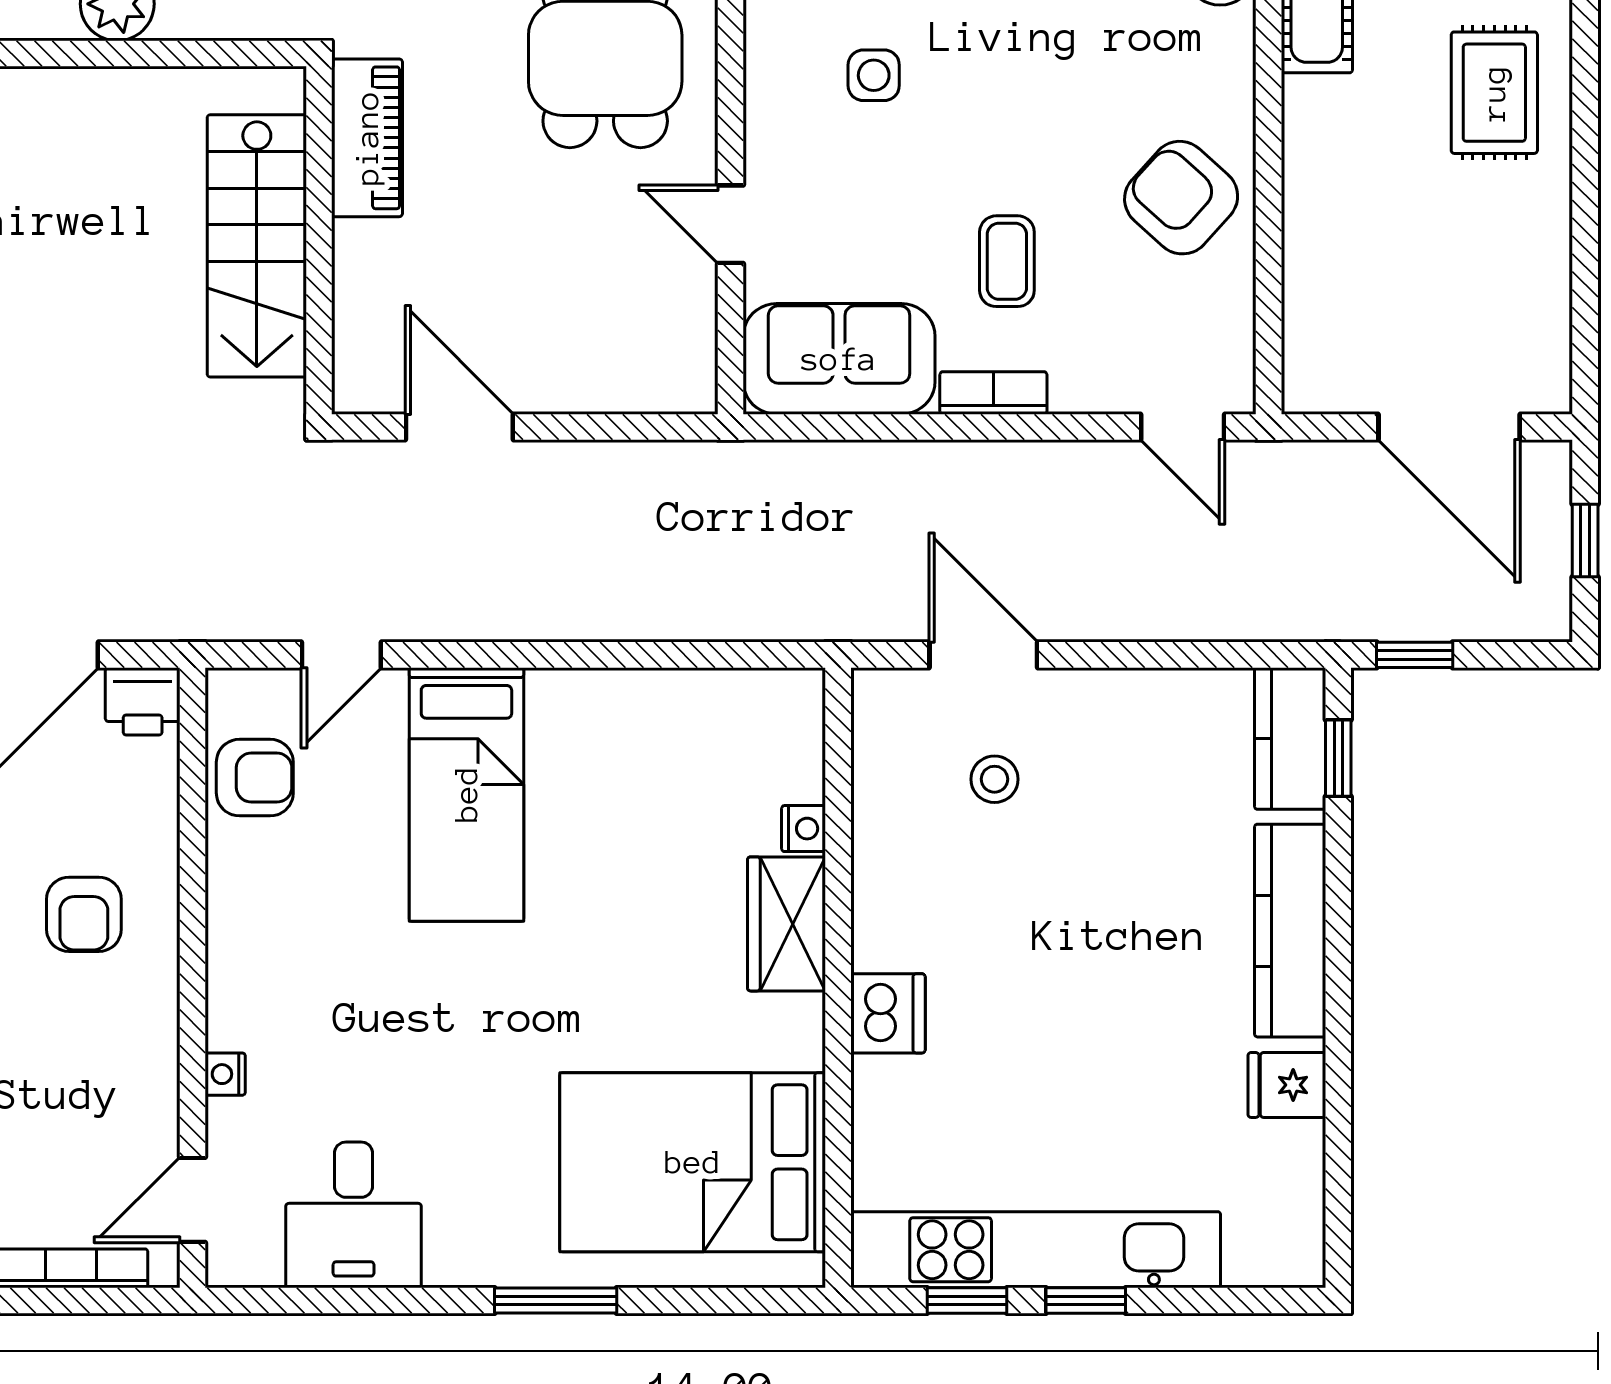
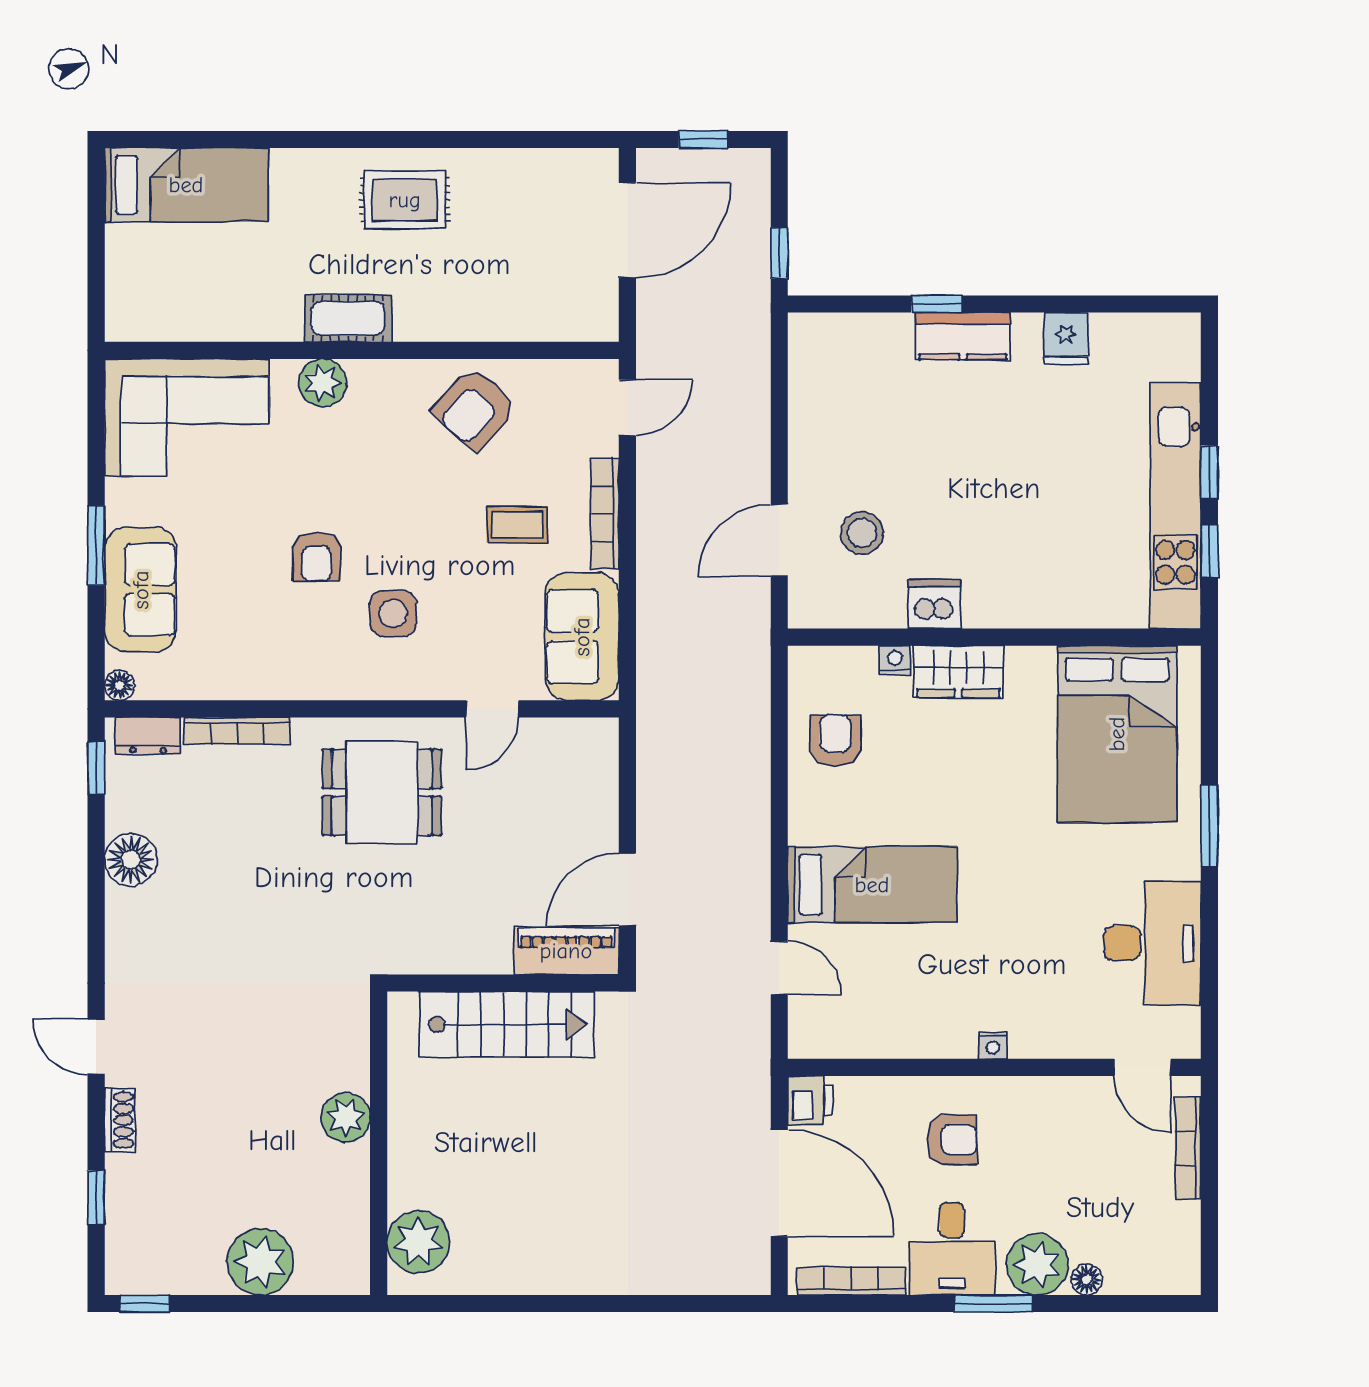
side table: (874, 75) -> (393, 613), width x1.37, depth x1.37
piano: (367, 138) -> (566, 951), moved
bookcase: (993, 393) -> (605, 514), width x1.56
kitchen counter: (1290, 738) -> (835, 336), removed
window: (1338, 758) -> (937, 304), moved
armchair: (255, 778) -> (835, 741), moved
stool: (995, 779) -> (862, 533), width x1.37, depth x1.37
kitchen counter: (1290, 931) -> (963, 336), width x0.67
dishwasher: (888, 1013) -> (934, 604), moved
nightstand: (225, 1074) -> (993, 1046), moved
desk: (354, 1215) -> (1152, 943), width x1.37

